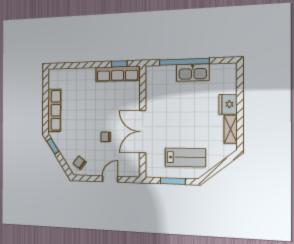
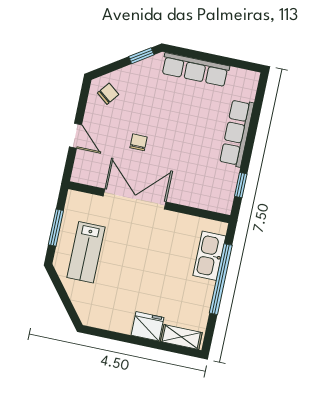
kitchen sink: (193, 73) -> (209, 256), moved
row of seats: (117, 74) -> (237, 133), moved
shelving: (231, 129) -> (181, 337), moved

